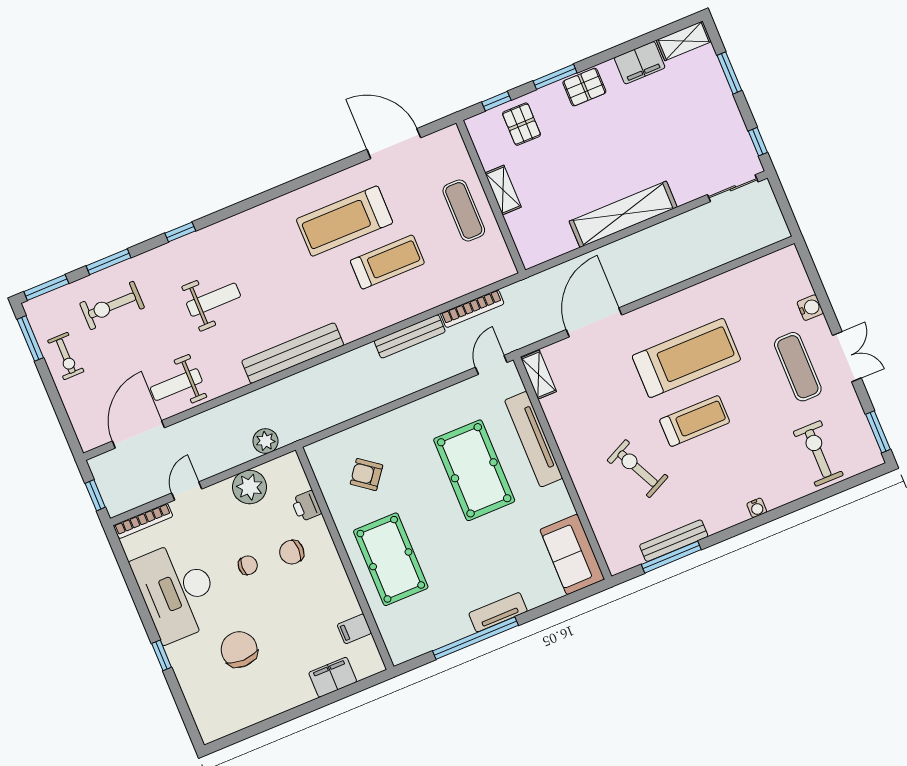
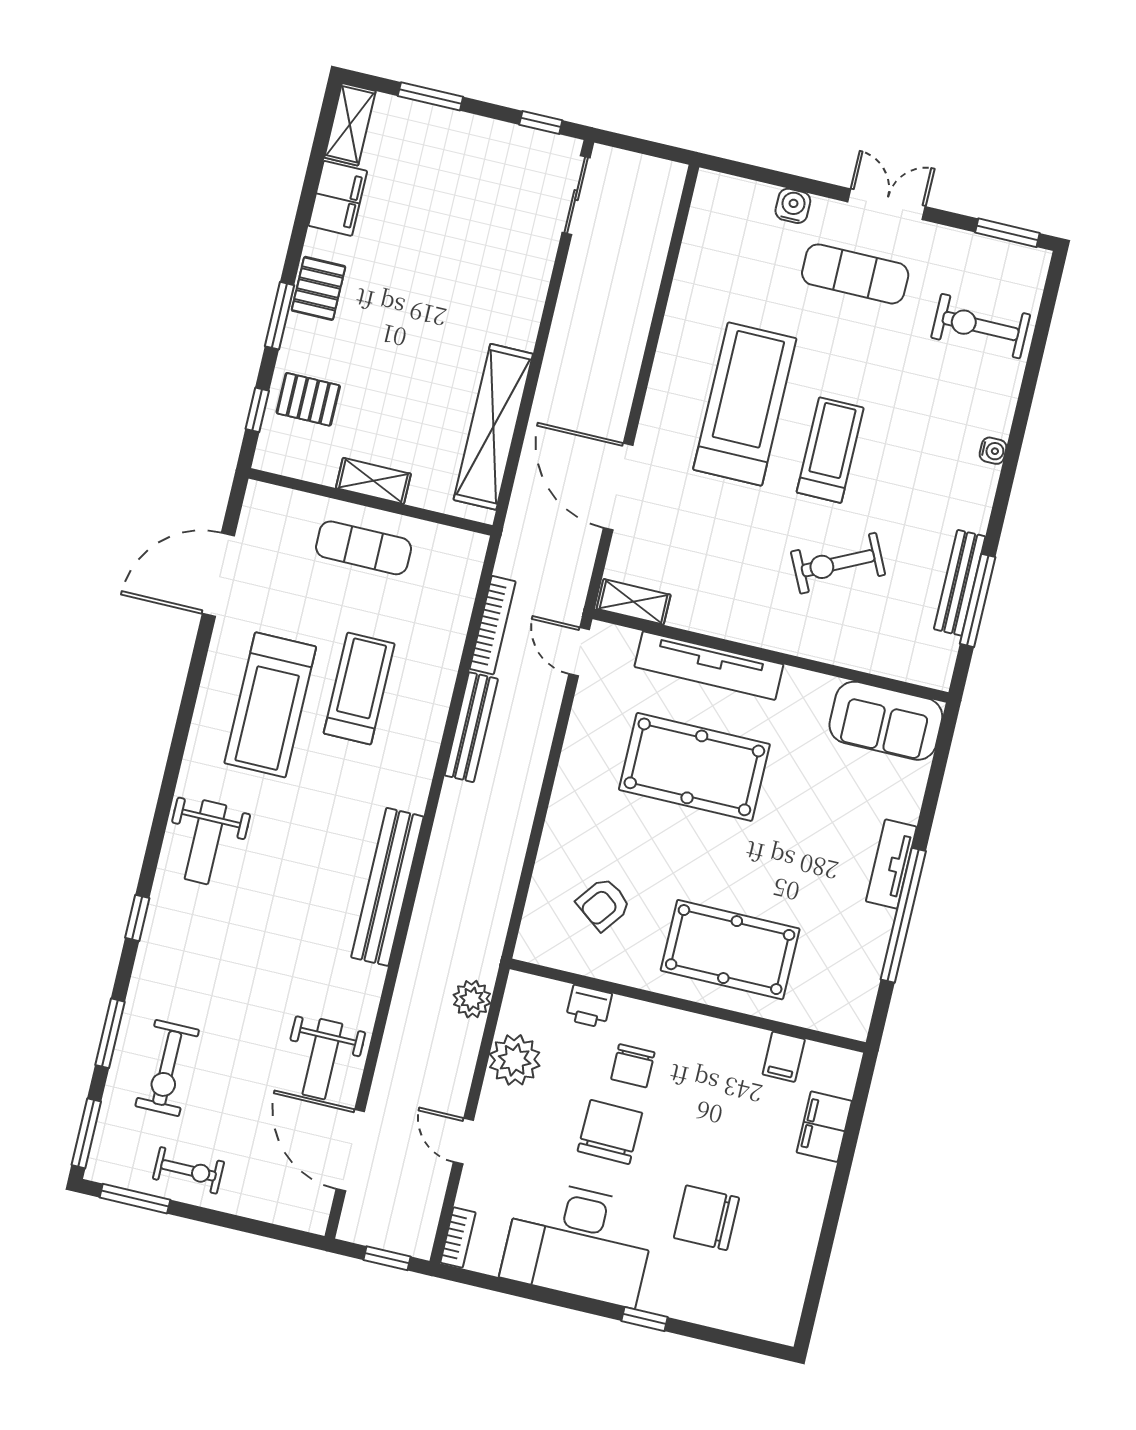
shelving: (623, 214) -> (493, 427), moved
weight bench: (214, 300) -> (206, 842), moved, turned 180
bookcase: (143, 521) -> (458, 1237), width x0.64
chair: (248, 565) -> (610, 1132), width x1.87, depth x1.87

